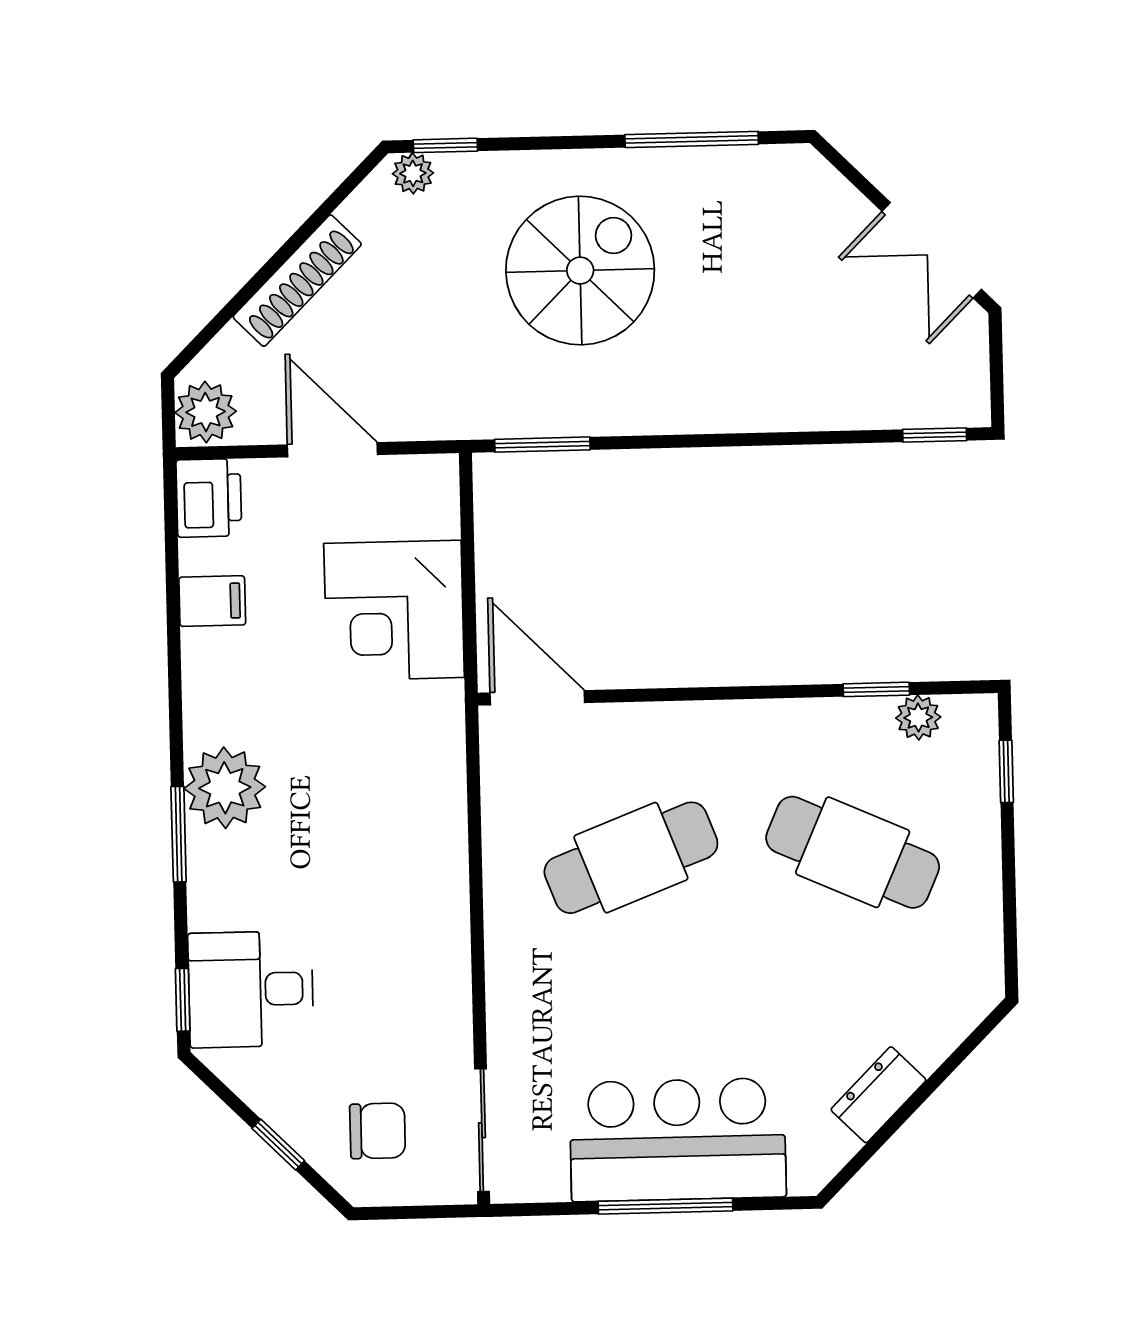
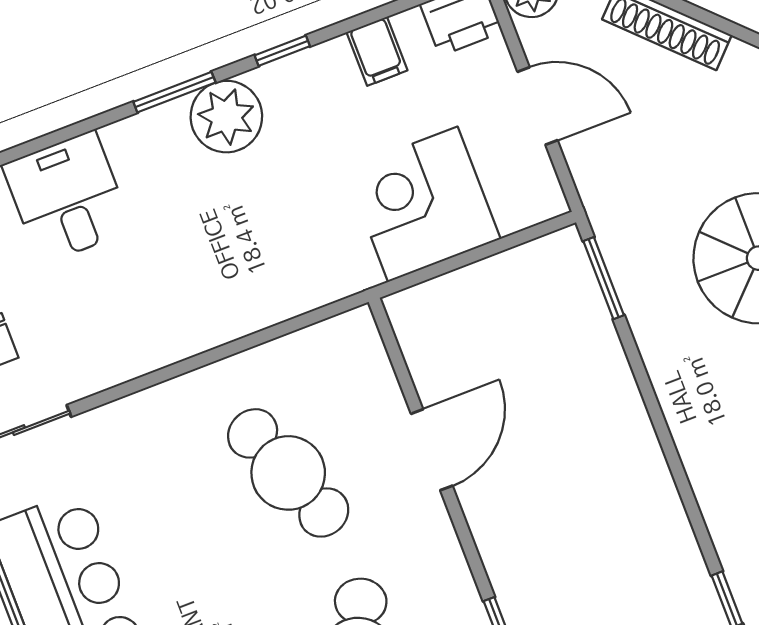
door: (332, 450) -> (538, 106), hinge flipped
door: (537, 698) -> (432, 450), moved
window: (183, 1000) -> (282, 51), moved

